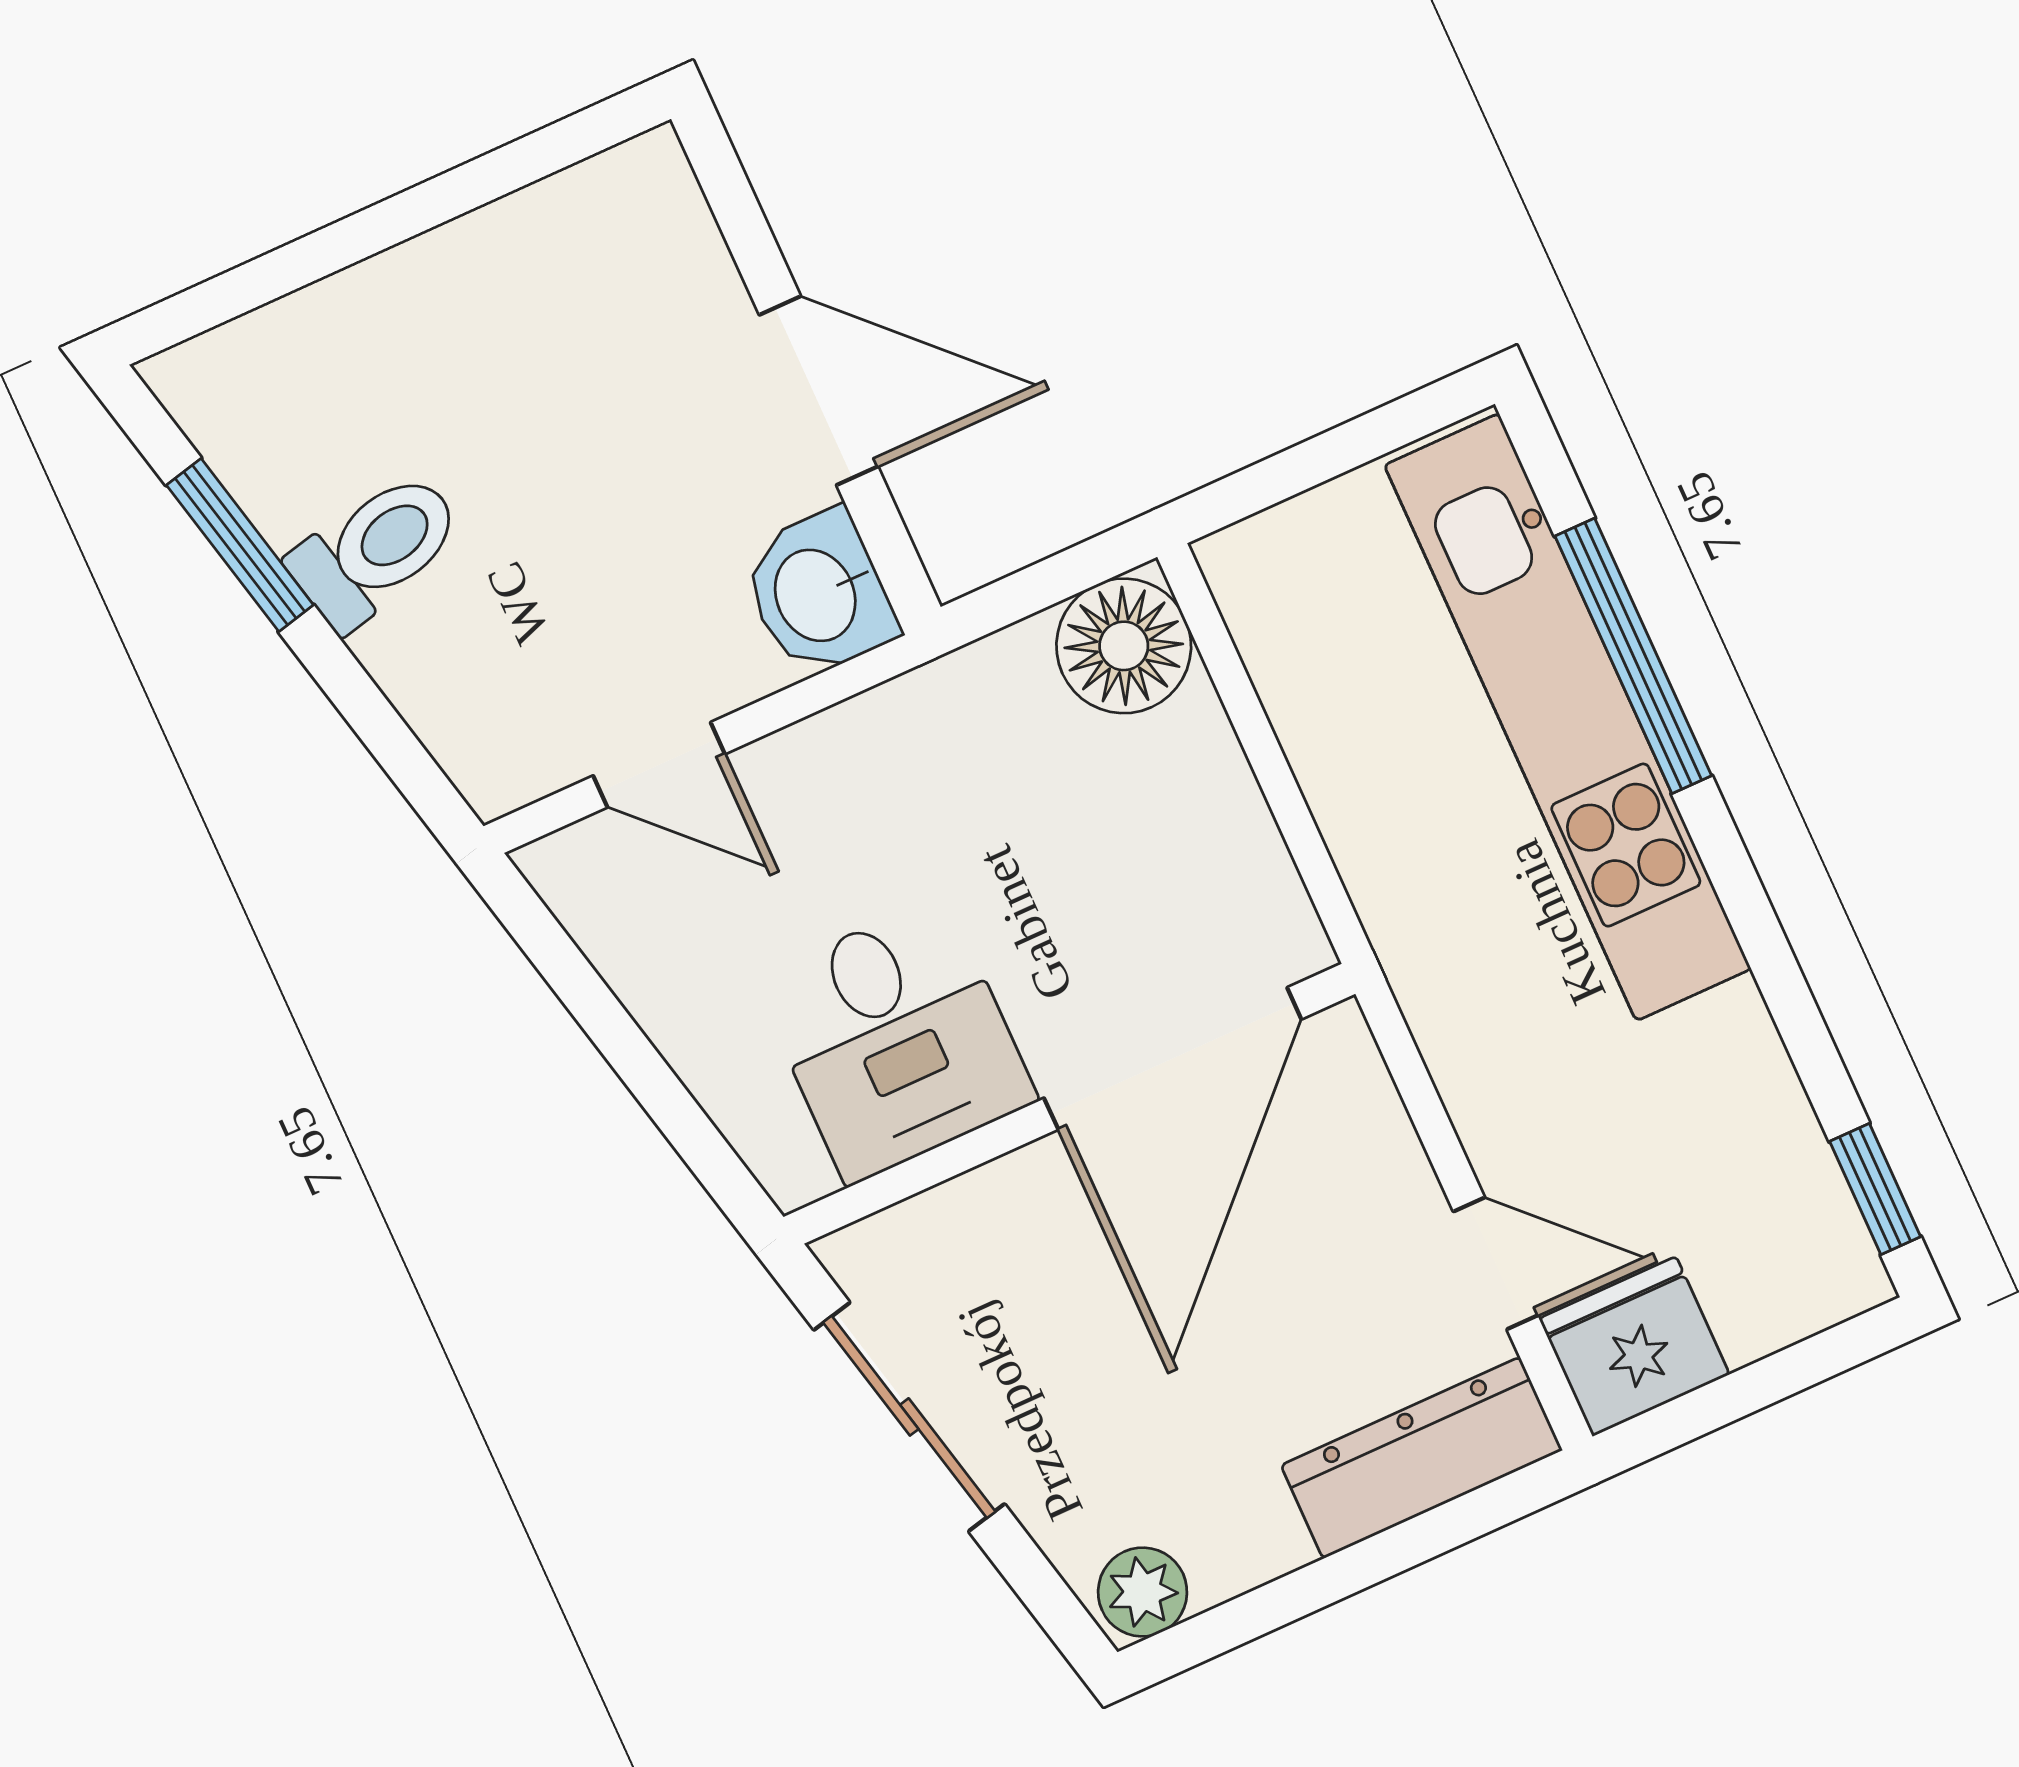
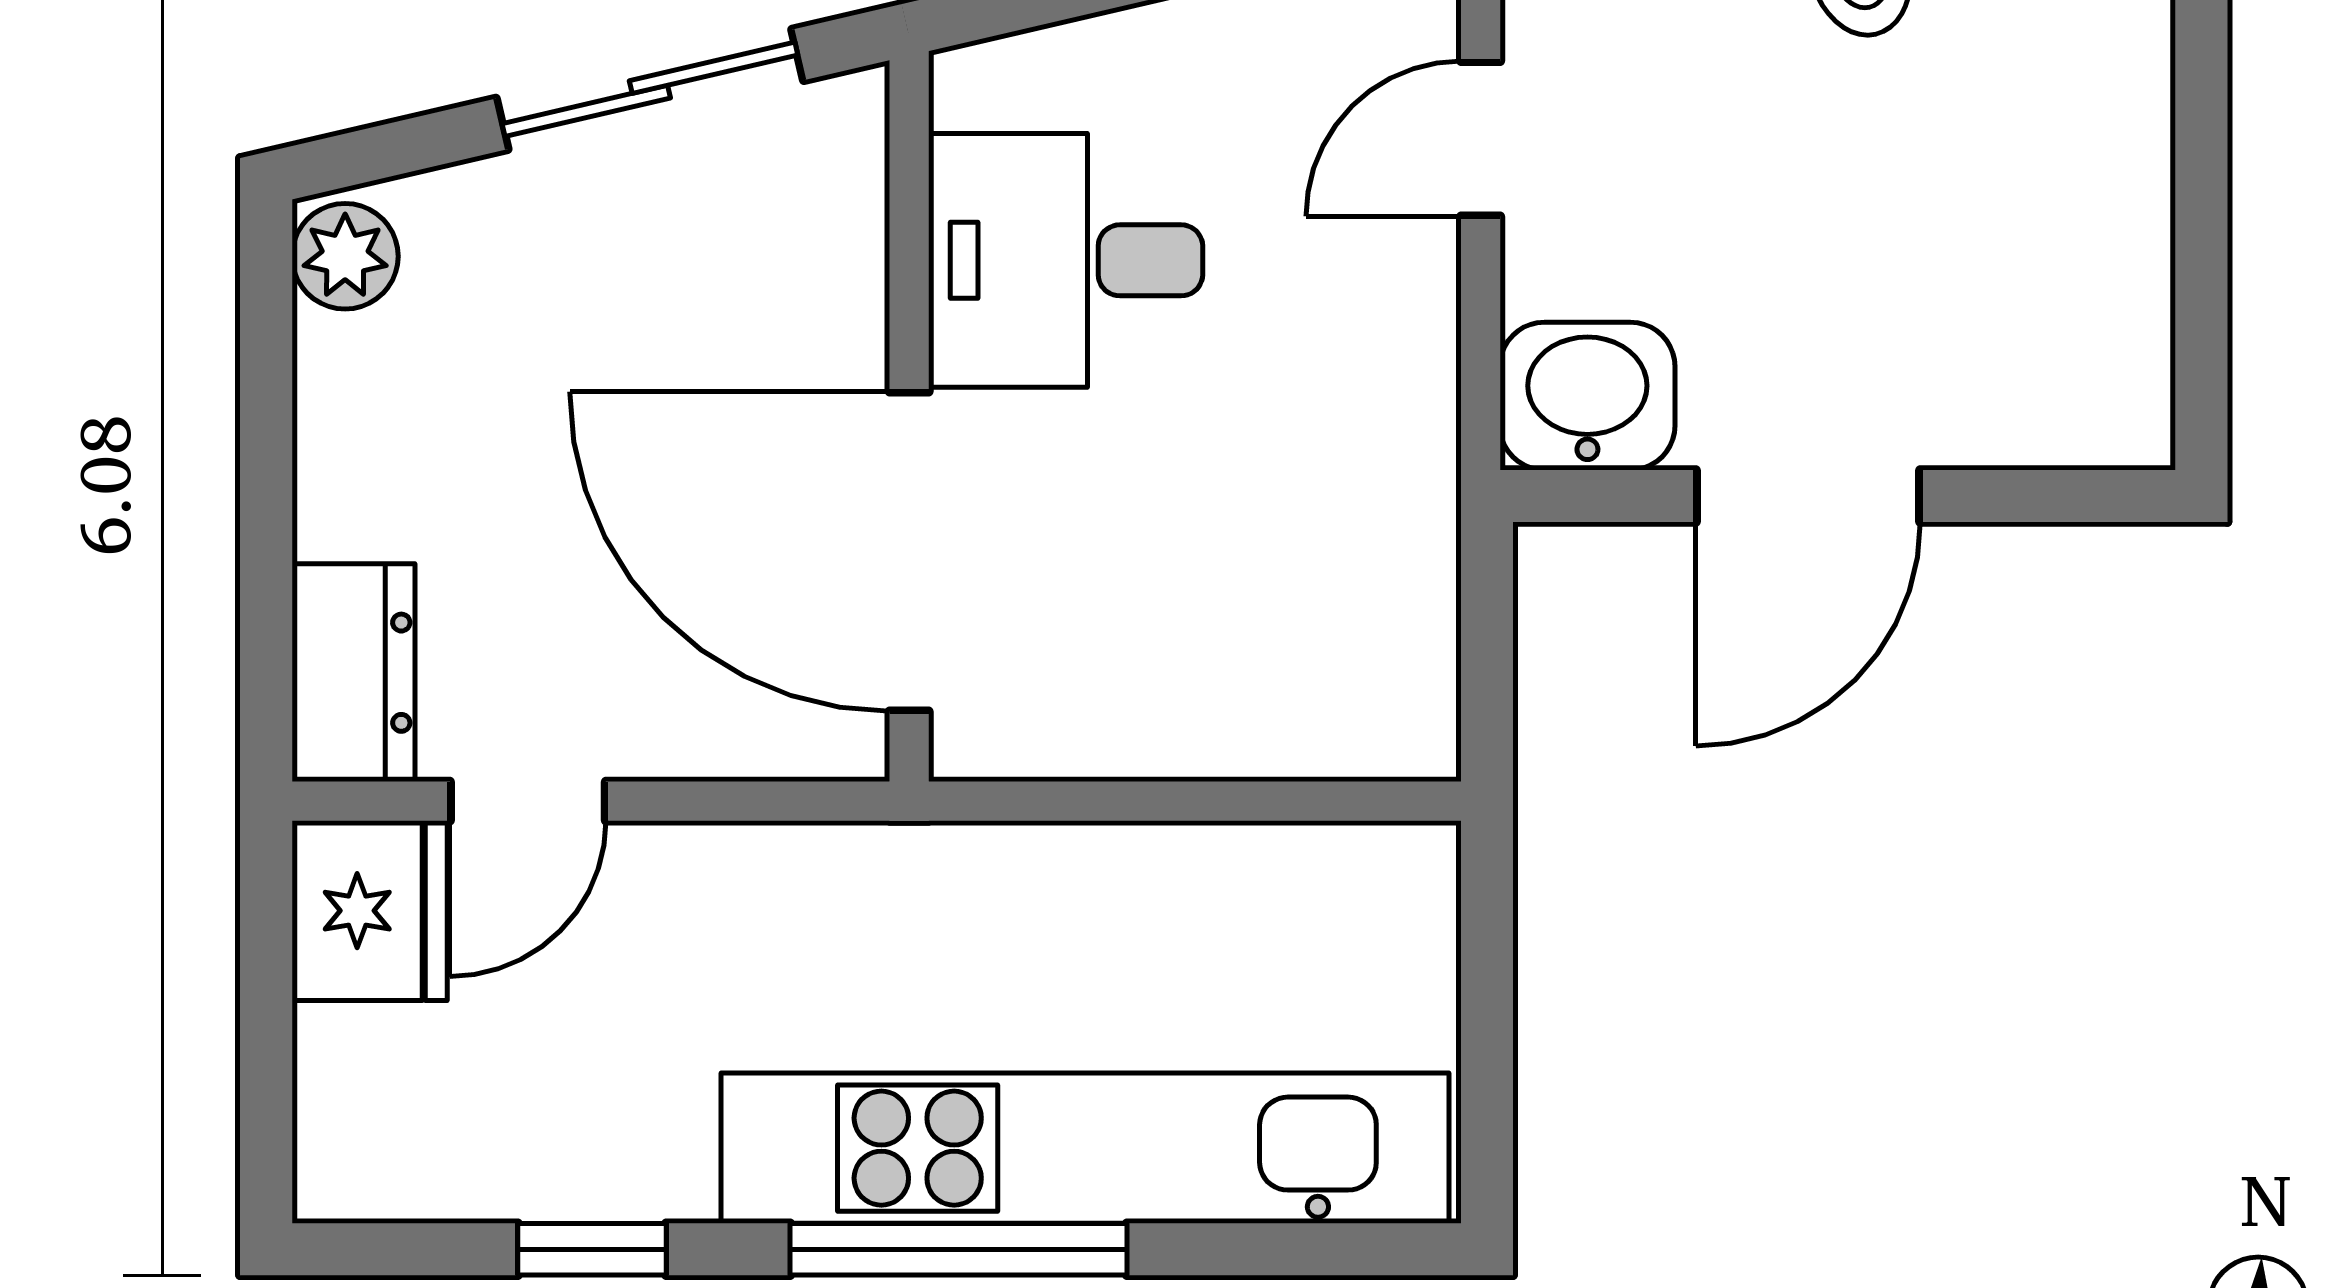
floor lamp: (1124, 646) -> (1381, 701), removed
window: (1633, 656) -> (959, 1249), moved
window: (1875, 1189) -> (592, 1249), moved
dresser: (1422, 1458) -> (353, 673), width x0.70

